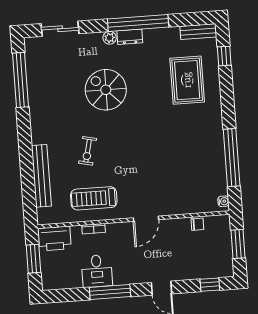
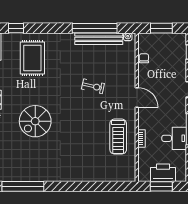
rug: (187, 80) -> (32, 58), turned 90
exercise bike: (88, 151) -> (93, 86), moved
bench: (41, 176) -> (99, 39), moved
printer: (54, 239) -> (163, 173), moved, turned -90

